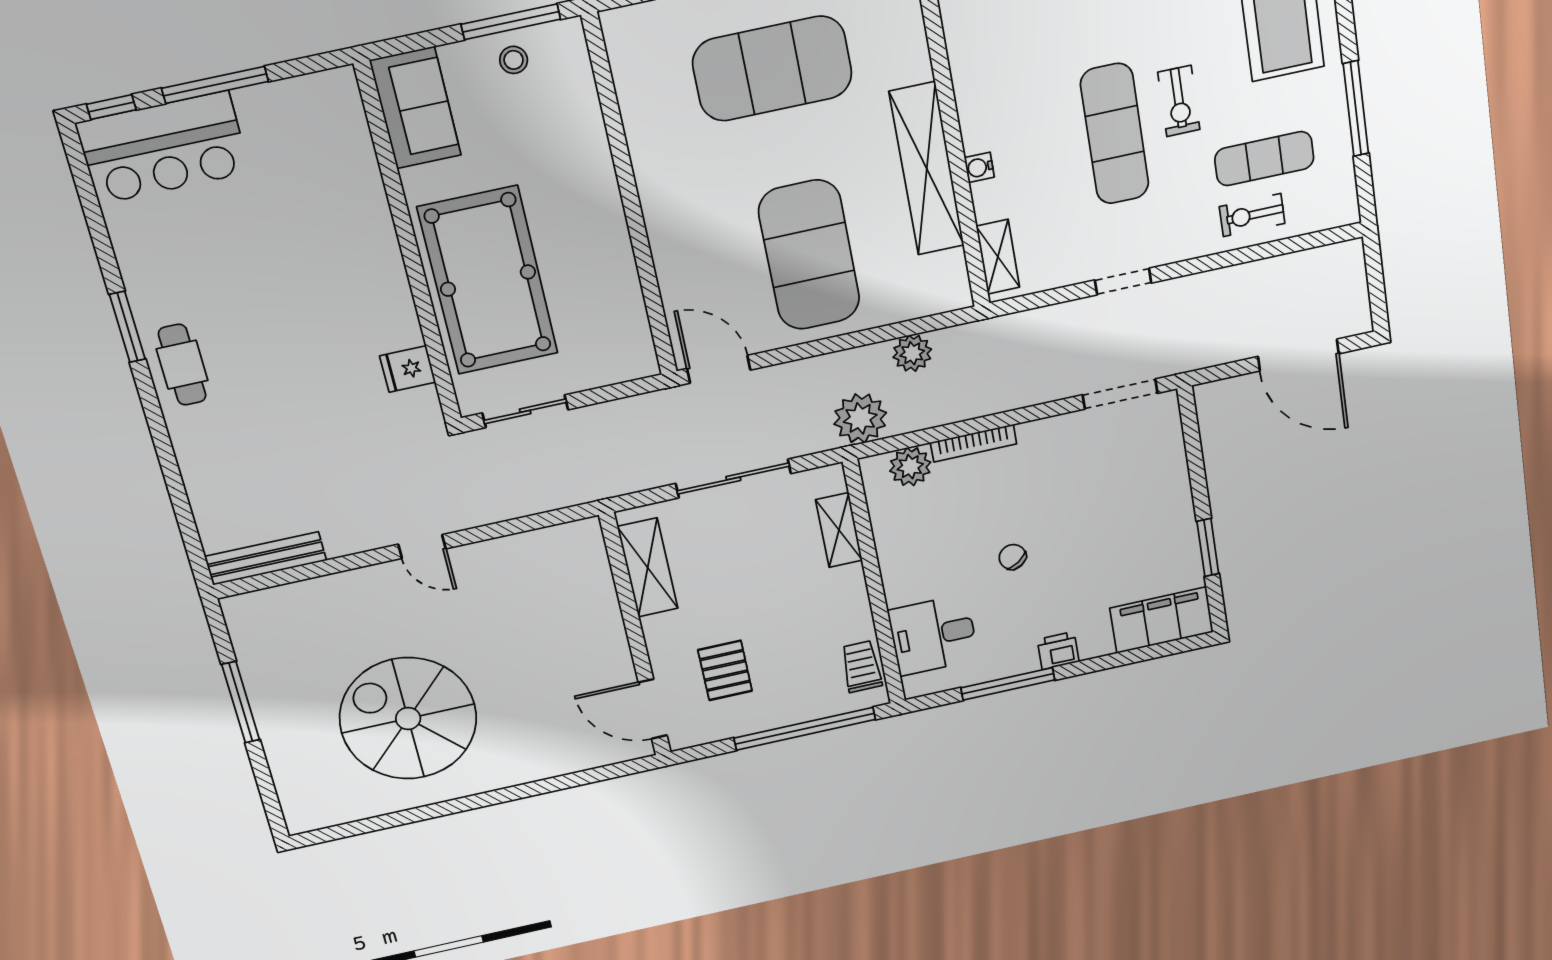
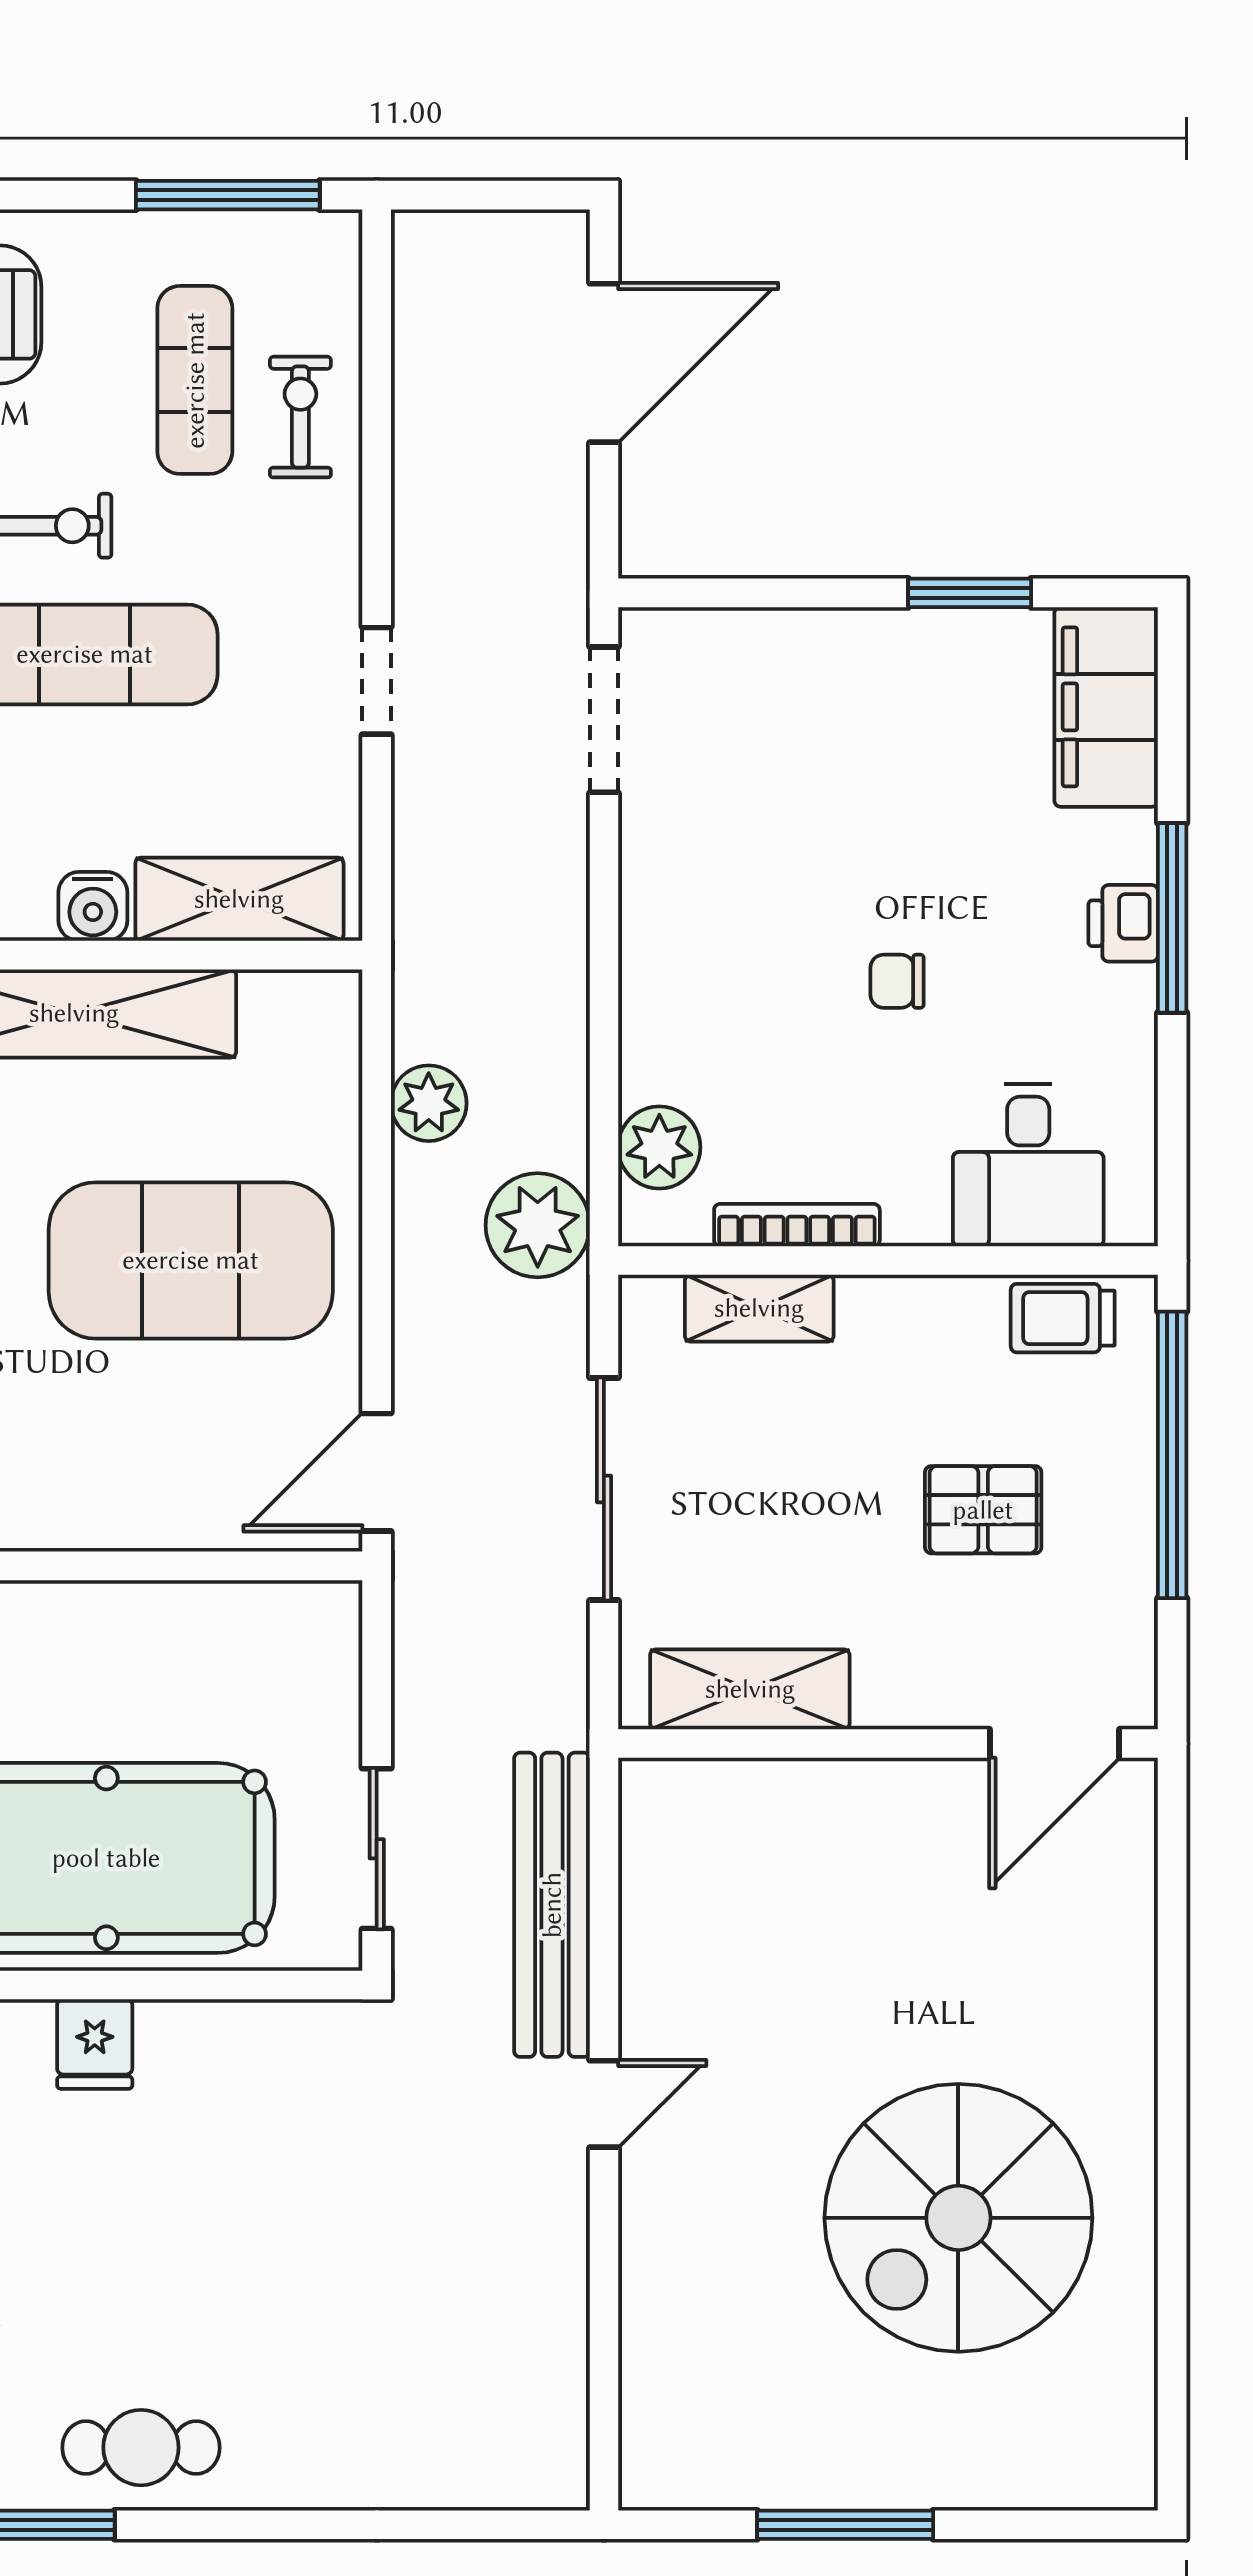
window: (1356, 109) -> (228, 195), moved
water cooler: (979, 167) -> (93, 906), width x1.38, depth x1.38
exercise bike: (1252, 215) -> (300, 417), turned 180
shelving: (998, 257) -> (239, 899), width x1.50, depth x1.33
fridge: (408, 369) -> (95, 2044), moved
bookcase: (974, 443) -> (797, 1225), moved, turned -90
chair: (1013, 557) -> (897, 981), turned 35
bench: (266, 558) -> (552, 1905), moved, width x1.37, depth x1.21
pallet: (725, 670) -> (983, 1510), moved
window: (1008, 684) -> (1172, 918), moved

